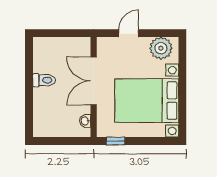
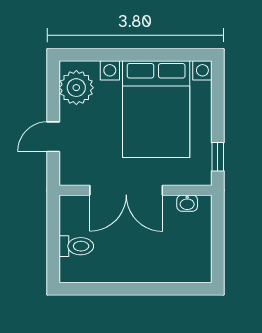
door: (129, 33) -> (53, 137), hinge flipped
toilet: (44, 80) -> (76, 246), moved, turned 90

